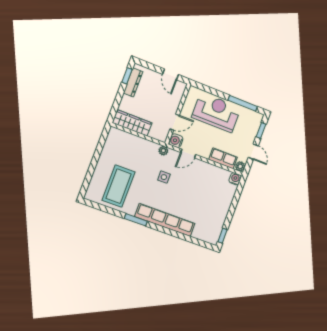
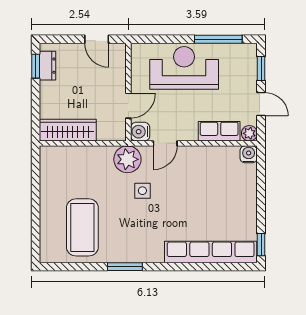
dresser: (133, 82) -> (48, 66), width x0.70
plant: (163, 151) -> (127, 159), width x1.87, depth x1.87
row of seats: (165, 220) -> (211, 252), moved

